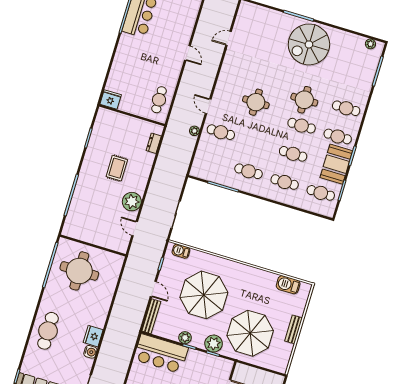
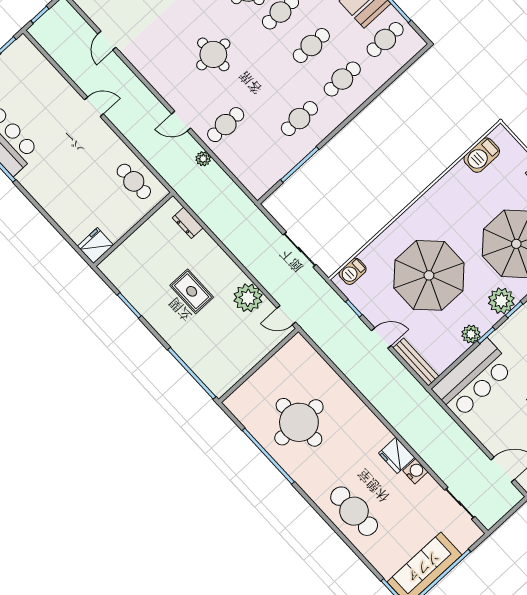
wall: (93, 245) -> (259, 365), moved

